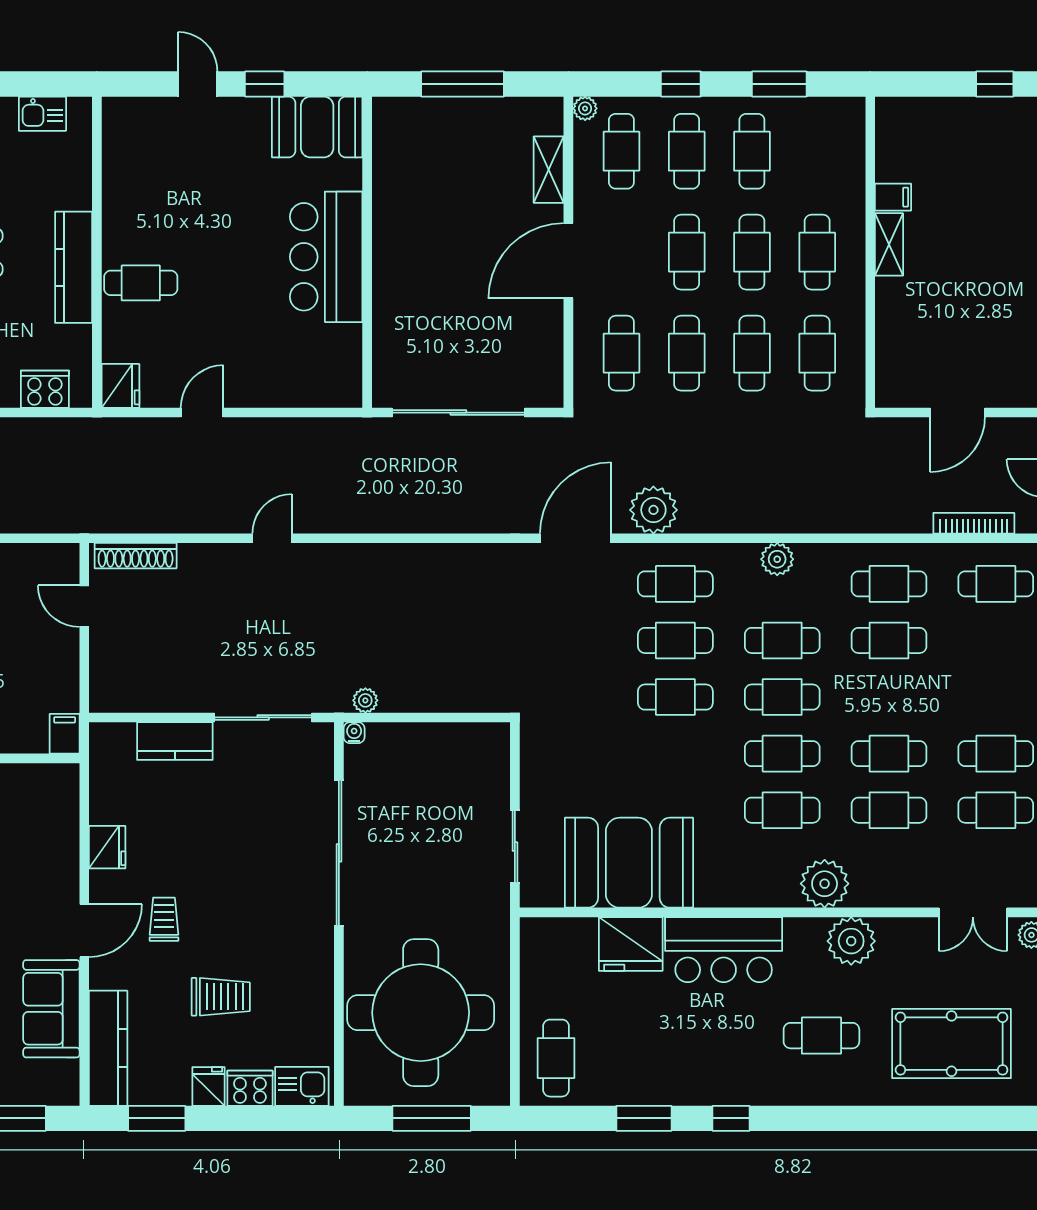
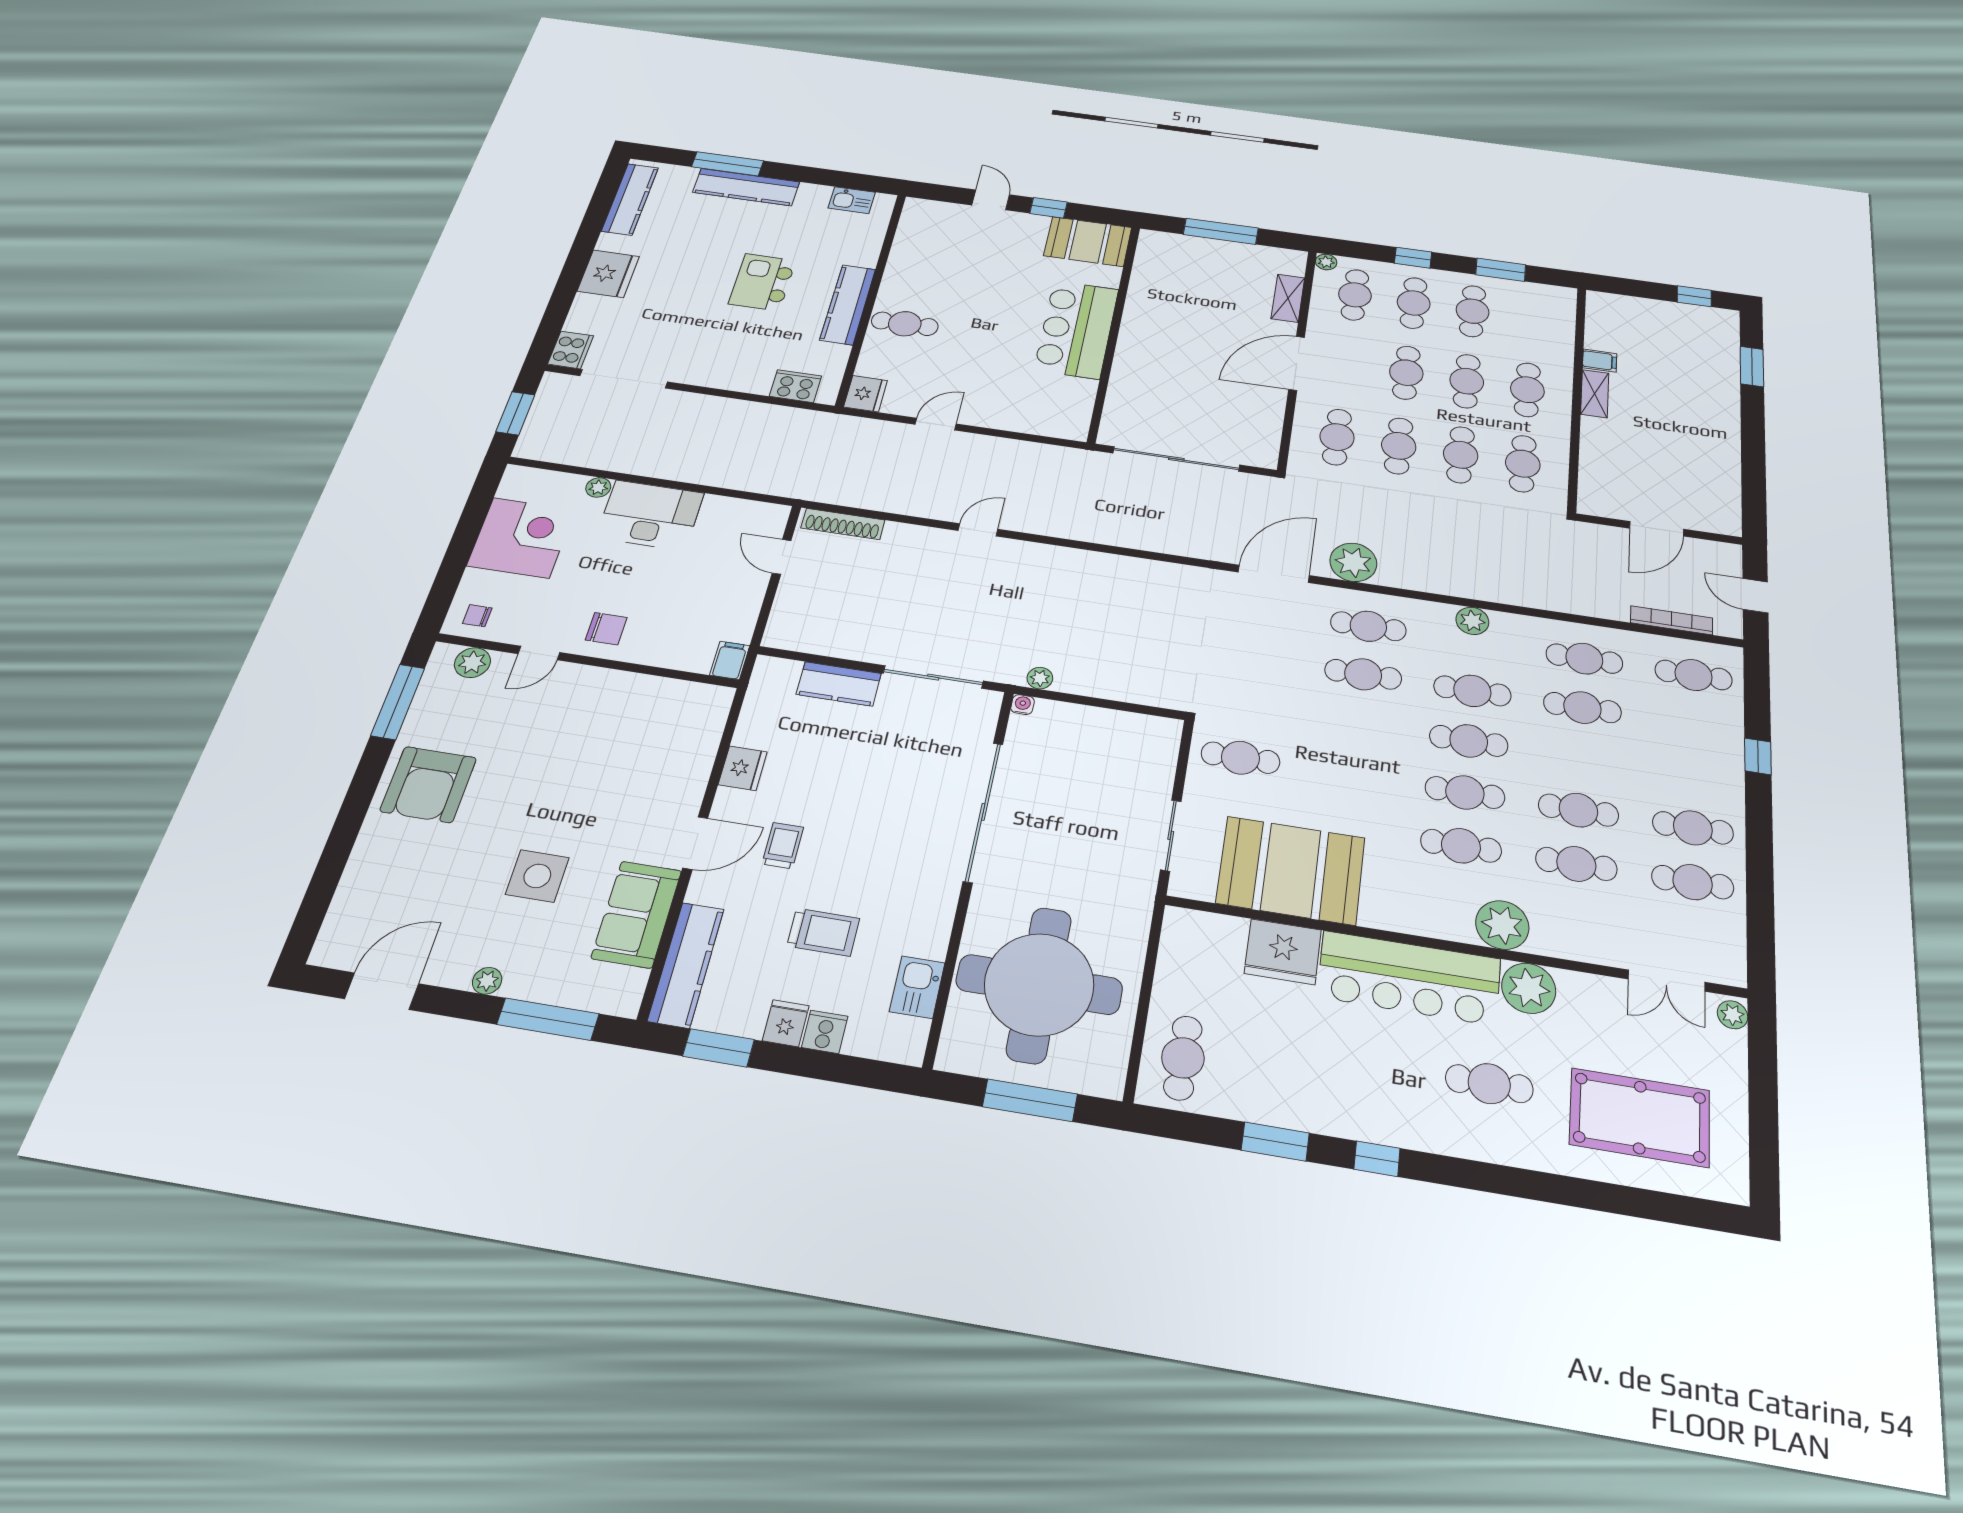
cafe table: (675, 697) -> (1240, 758), moved
bar counter: (724, 950) -> (1409, 978), width x1.36
kitchen sink: (302, 1086) -> (917, 987), moved, turned -90
cooker: (250, 1088) -> (825, 1032), width x0.73

